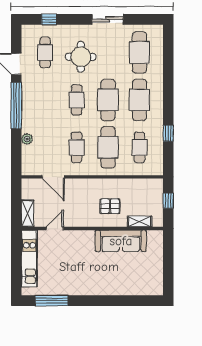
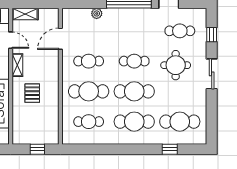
sliding door: (108, 19) -> (212, 74), moved
window: (168, 133) -> (170, 149), moved
shelving: (140, 222) -> (17, 65), moved

